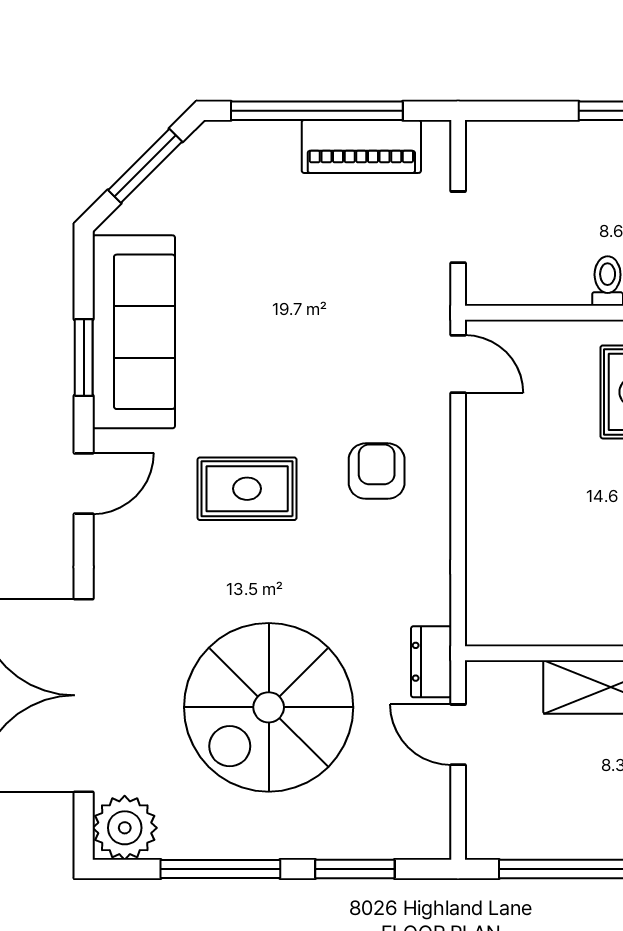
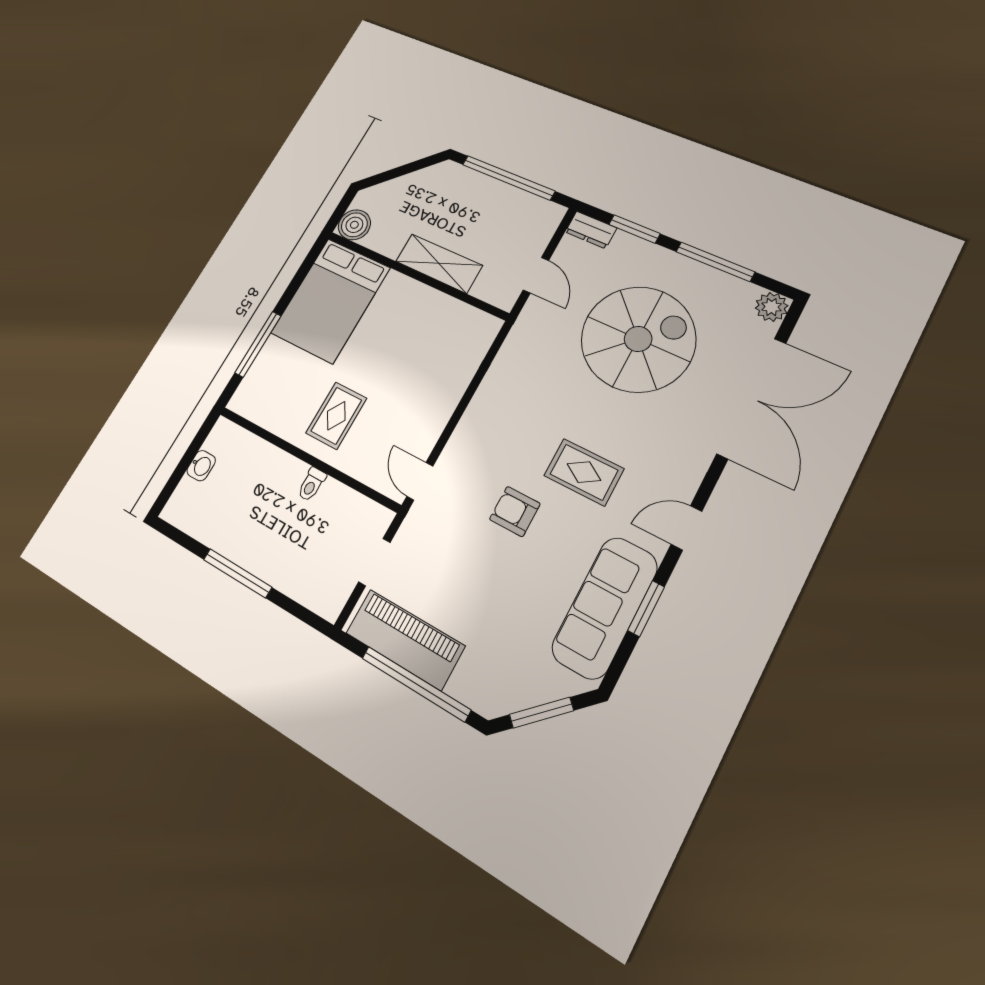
piano: (361, 146) -> (405, 639), width x1.37, depth x1.33
armchair: (377, 471) -> (515, 511), moved, turned 90
dresser: (431, 662) -> (591, 230), moved, turned 90
plant: (125, 828) -> (772, 307), width x0.73, depth x0.73

